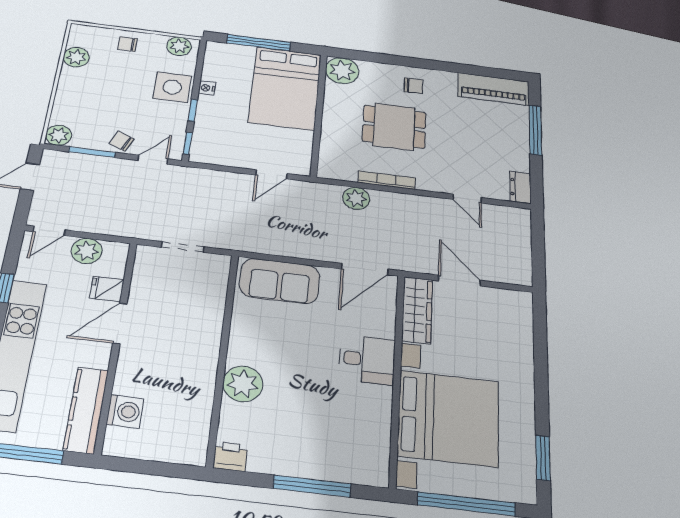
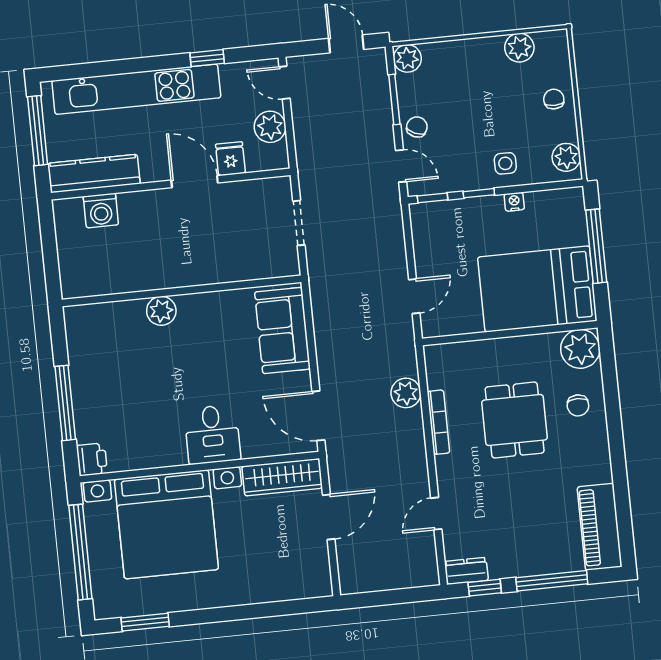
chair: (414, 86) -> (578, 405), moved
side table: (172, 87) -> (505, 163), width x0.54, depth x0.54
door: (271, 174) -> (414, 296), swing flipped
window: (536, 178) -> (485, 588), added
plant: (243, 384) -> (161, 311), width x0.73, depth x0.73
printer: (230, 456) -> (92, 459), moved

